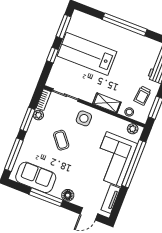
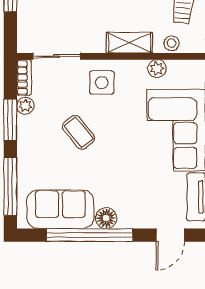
plant: (133, 129) -> (157, 69), moved
floor lamp: (68, 195) -> (106, 218), moved
window: (46, 197) -> (90, 235), width x1.46

